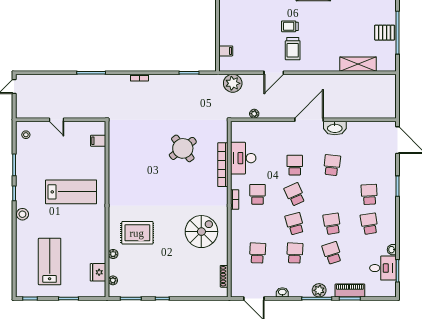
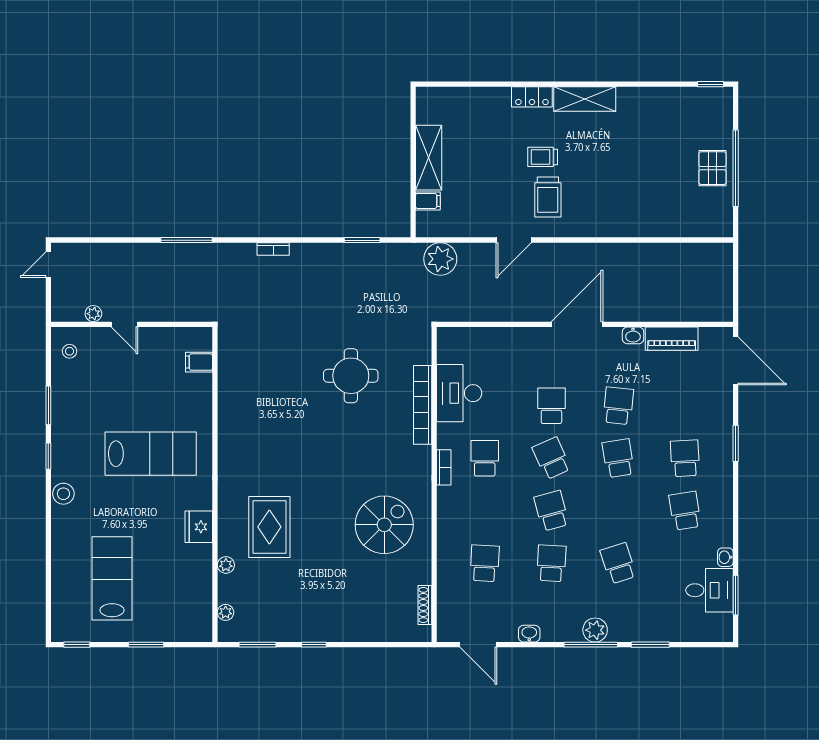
pallet: (385, 33) -> (713, 168), turned 90
shelving: (358, 64) -> (429, 158), moved, turned 90
plant: (254, 114) -> (93, 314), moved
washbasin: (335, 128) -> (633, 335), width x0.52, depth x0.69
round table: (183, 148) -> (351, 376), turned 37
school desk: (332, 224) -> (618, 458), moved
rug: (137, 233) -> (269, 527), turned 90
fridge: (98, 272) -> (199, 527), moved
piano: (350, 290) -> (672, 339), moved, turned 180

